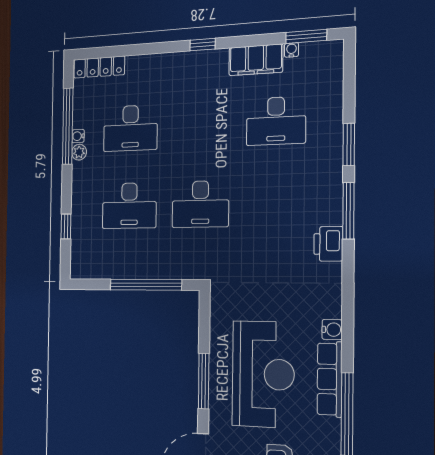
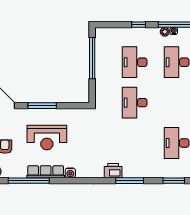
window: (349, 144) -> (174, 181), moved
window: (66, 226) -> (139, 25), moved
window: (146, 285) -> (92, 58), moved
reception desk: (263, 374) -> (47, 138), width x0.74, depth x0.77

